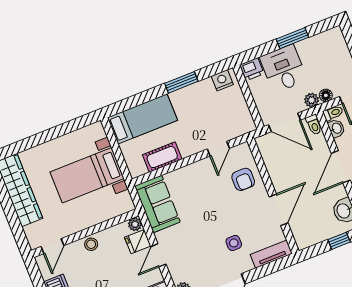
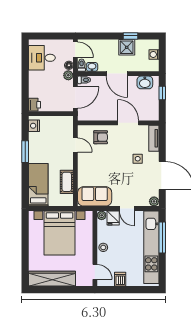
window: (292, 38) -> (25, 72), removed
desk: (283, 69) -> (42, 58), moved
bed with nightstands: (87, 175) -> (59, 233), width x1.36

